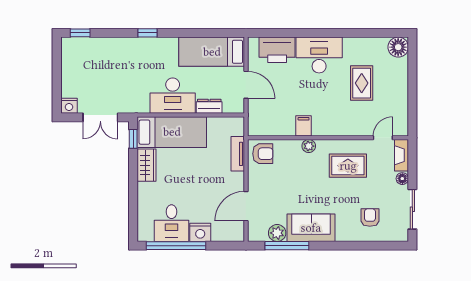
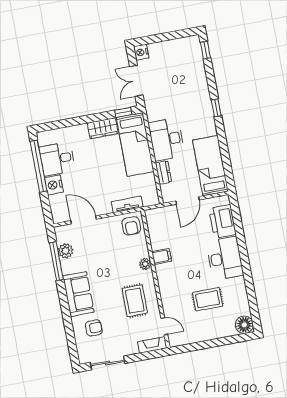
floor lamp: (402, 179) -> (132, 349), removed
sofa: (311, 228) -> (78, 294), moved

